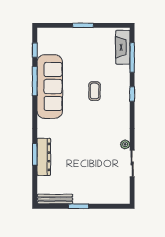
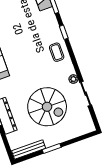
coffee table: (95, 91) -> (57, 52), moved
spiral stairs: (89, 163) -> (47, 107), added

